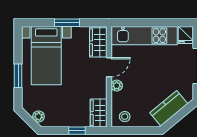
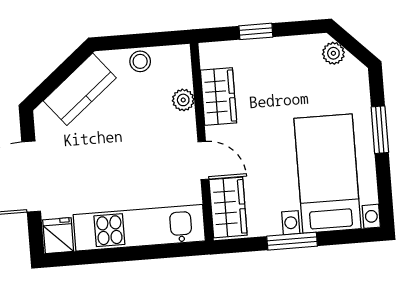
door: (109, 67) -> (203, 161), swing flipped
plant: (117, 86) -> (183, 100), moved
wardrobe: (99, 113) -> (219, 97), moved
stool: (125, 117) -> (140, 61), moved

